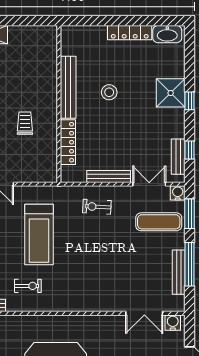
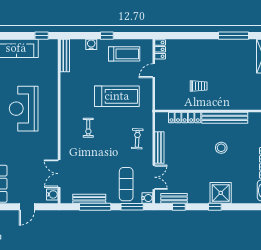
treadmill: (39, 235) -> (117, 96), turned 180
exercise bike: (28, 286) -> (88, 128), moved

